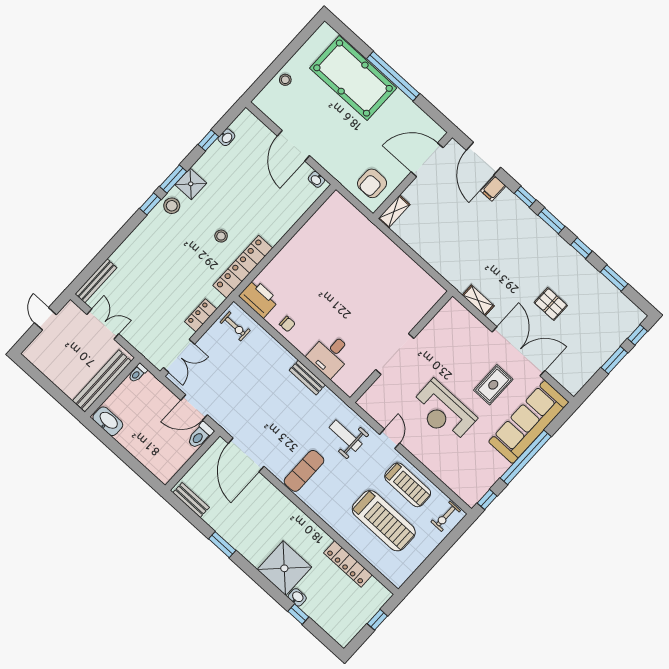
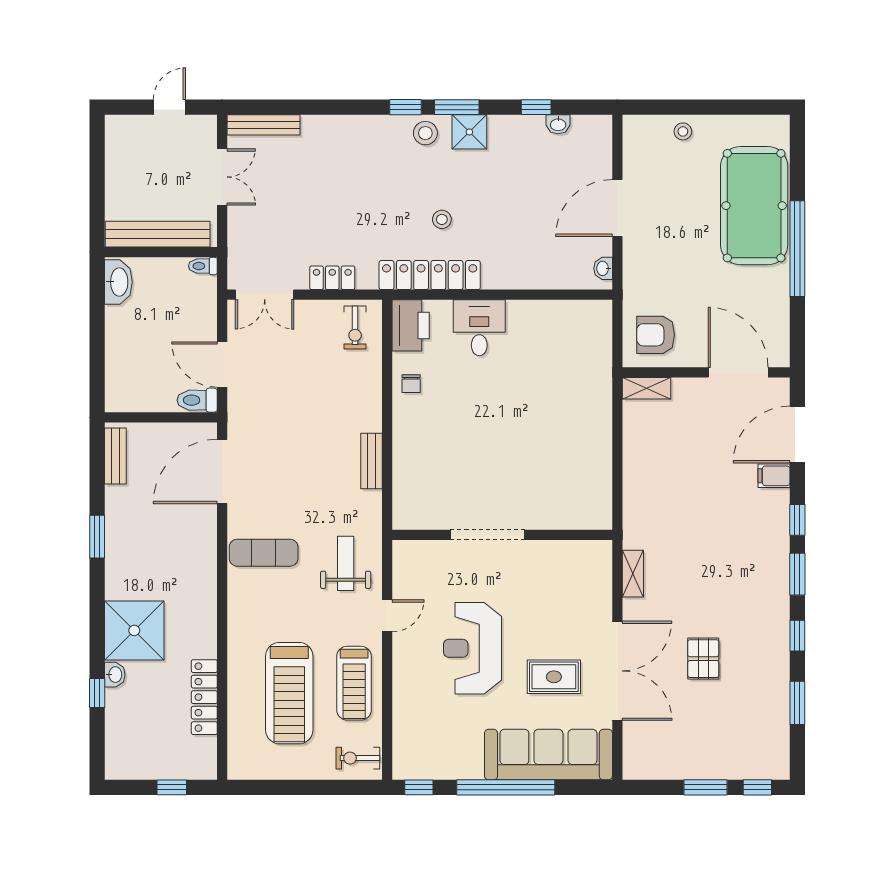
desk: (330, 355) -> (479, 328), moved, turned 90

